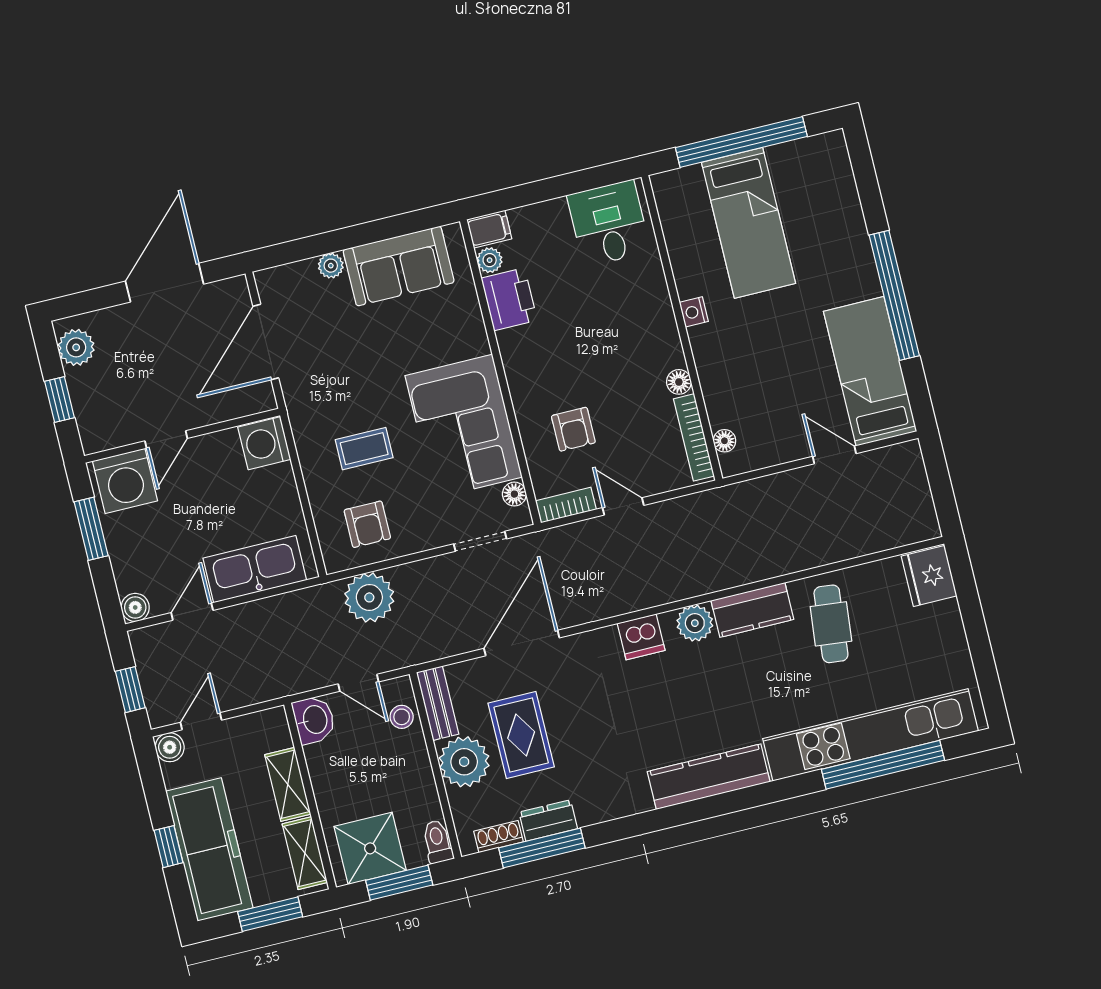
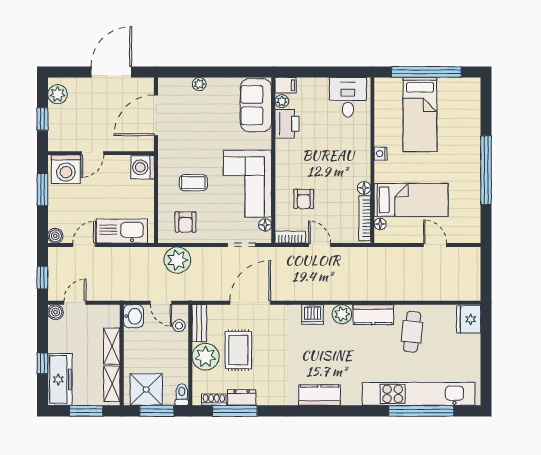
sofa: (399, 266) -> (256, 105), moved, turned 90
bed: (870, 371) -> (411, 200), moved, turned 90
kitchen counter: (709, 777) -> (319, 395), width x0.67
freezer: (209, 850) -> (60, 379), width x0.73, depth x0.79

